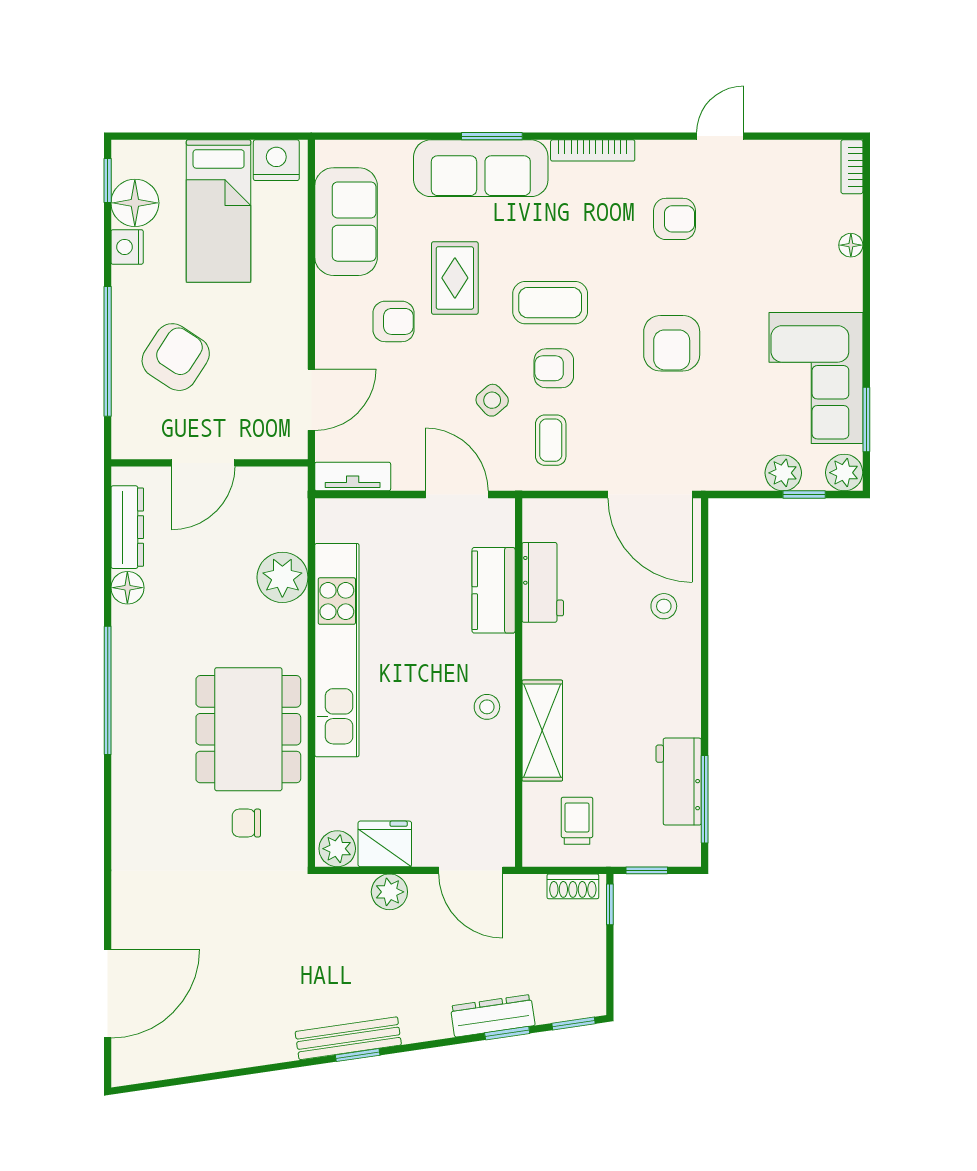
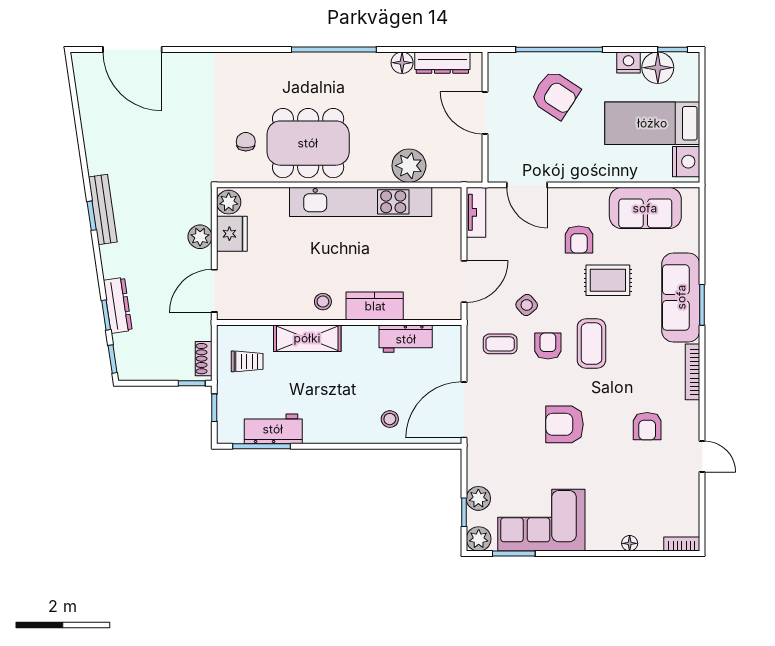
kitchen counter: (494, 590) -> (375, 306), moved

